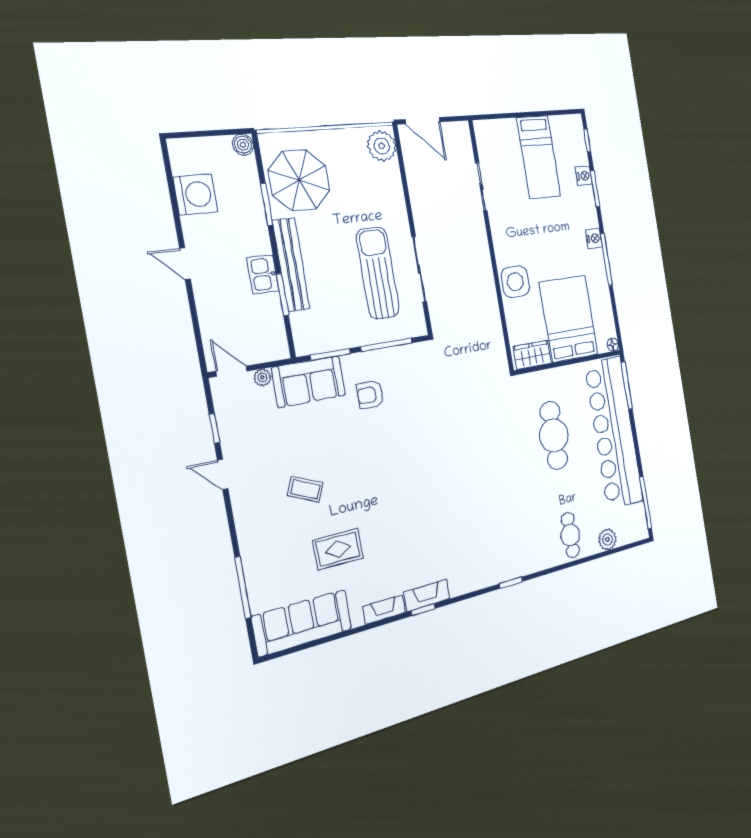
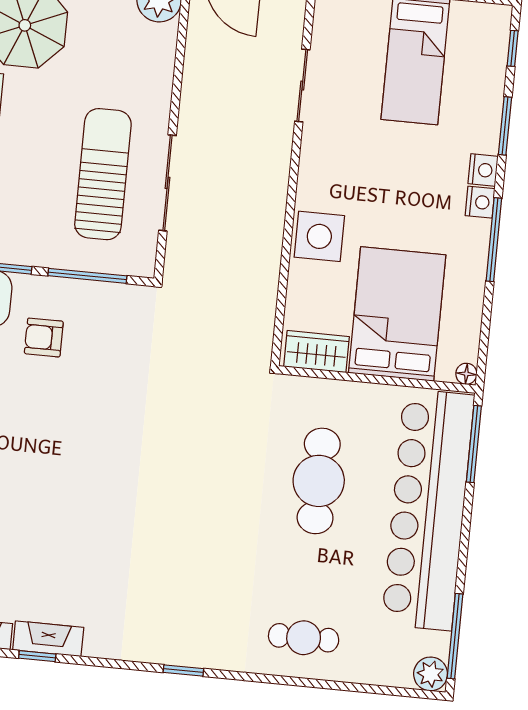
nightstand: (584, 176) -> (483, 170), moved
cafe table: (570, 535) -> (304, 638), turned 90
plant: (608, 539) -> (431, 674), moved

